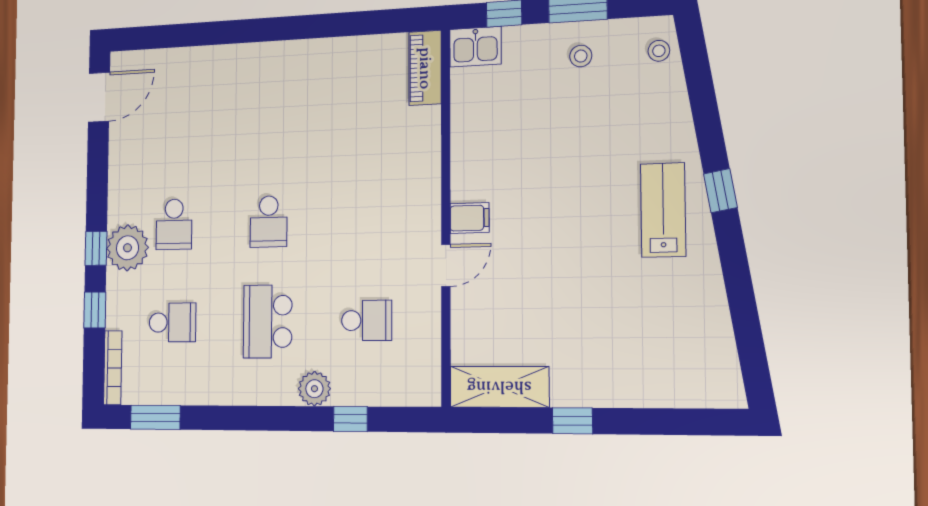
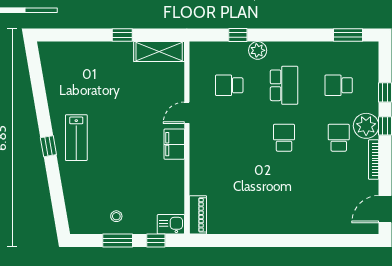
stool: (659, 51) -> (77, 217), removed
filing cabinet: (470, 218) -> (174, 144), width x2.00
bookcase: (113, 368) -> (374, 160), moved

